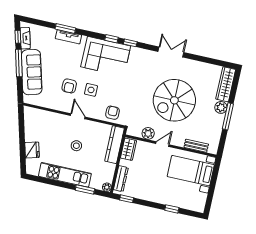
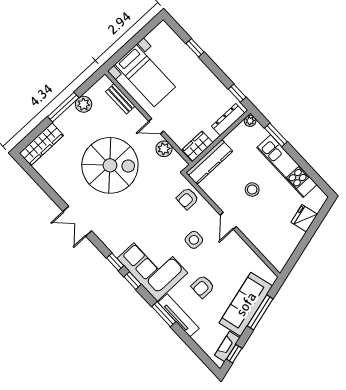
window: (65, 28) -> (164, 314), moved
tv unit: (68, 37) -> (179, 315), width x1.41
window: (19, 63) -> (260, 312), moved
armchair: (69, 86) -> (203, 287), moved, turned 180
plant: (221, 107) -> (84, 104), moved

